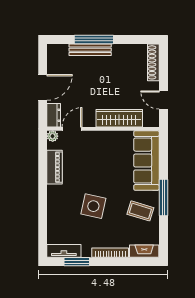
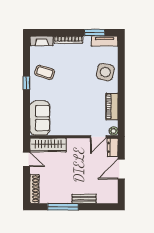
window: (94, 40) -> (63, 207), moved
bench: (90, 50) -> (84, 199), width x0.73
wardrobe: (119, 118) -> (48, 145), moved
sofa: (146, 161) -> (40, 118), width x0.73
window: (164, 198) -> (27, 83), width x0.46
side table: (93, 206) -> (105, 72), moved

